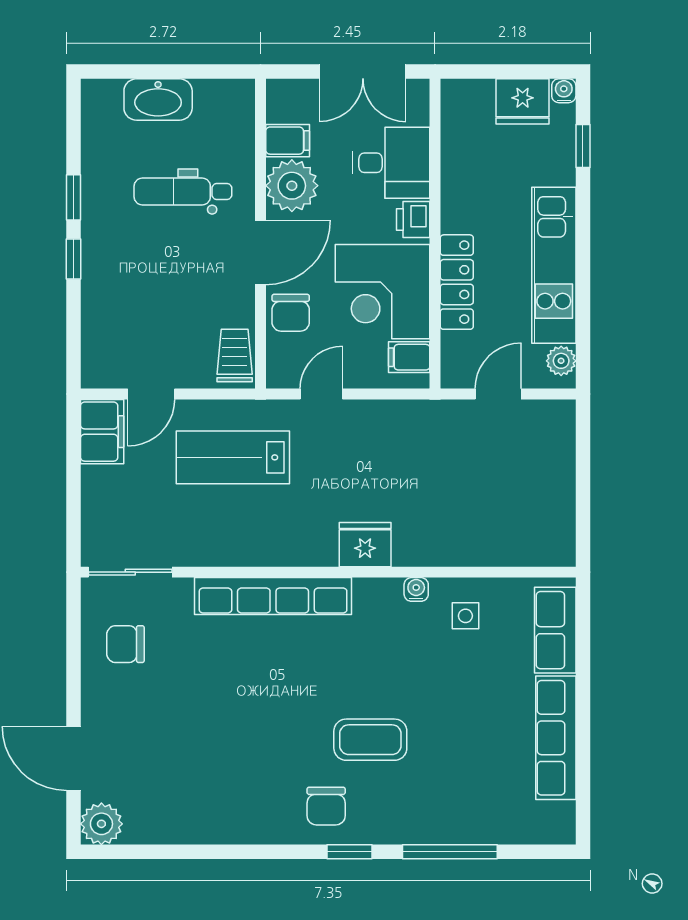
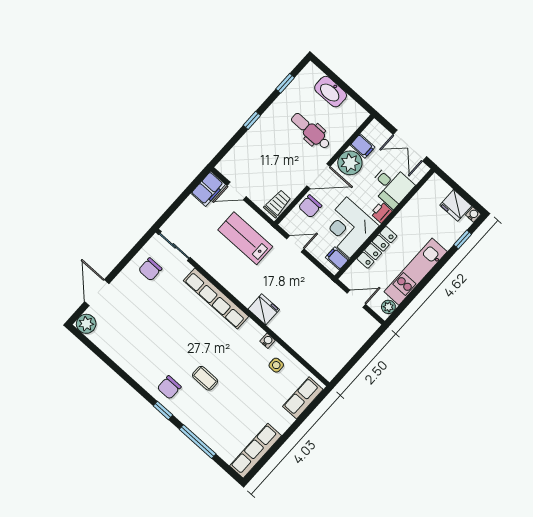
window: (73, 197) -> (285, 83), moved
chair: (125, 644) -> (150, 269), turned -90
row of seats: (556, 738) -> (256, 451), moved
coffee table: (370, 740) -> (205, 378), width x0.73, depth x0.77

